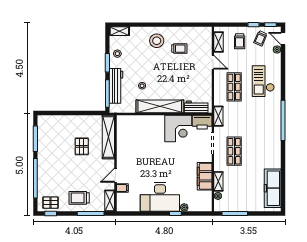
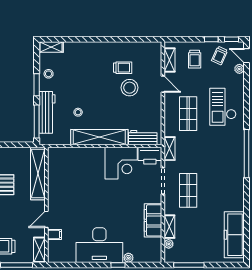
stool: (157, 41) -> (130, 88), moved

